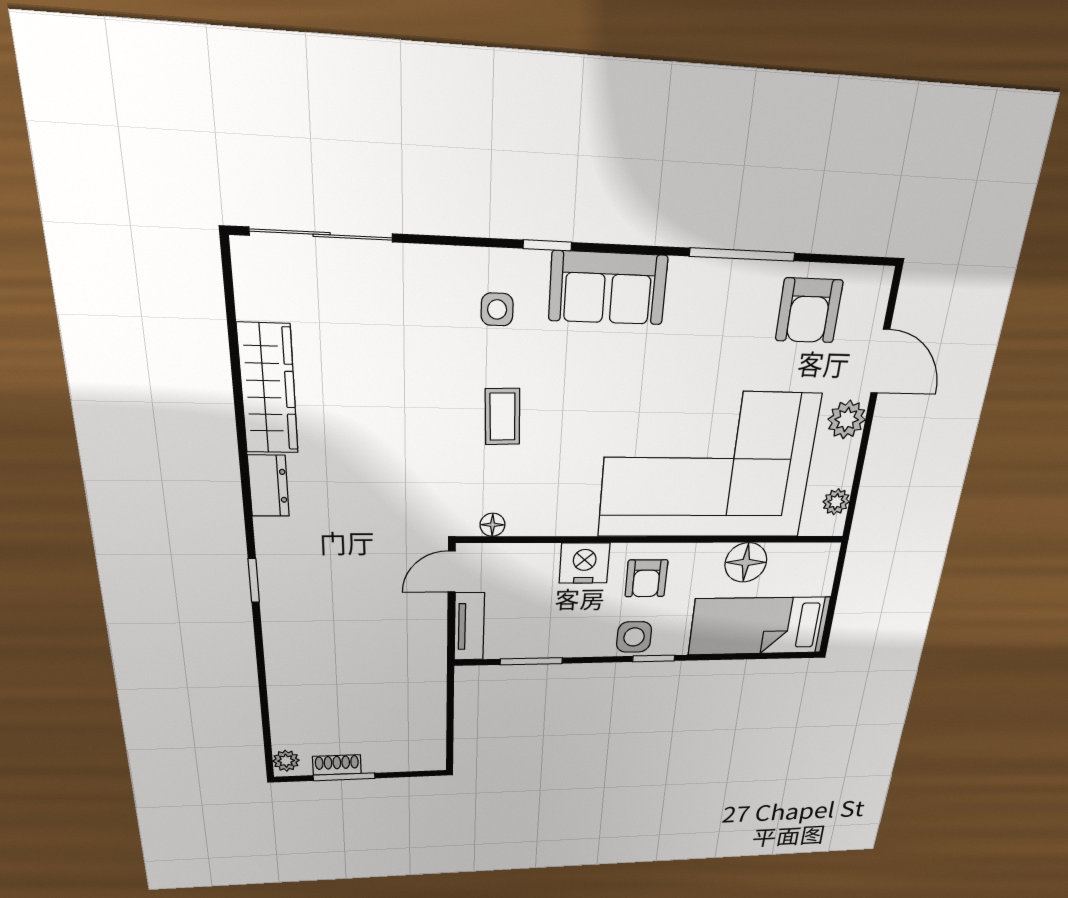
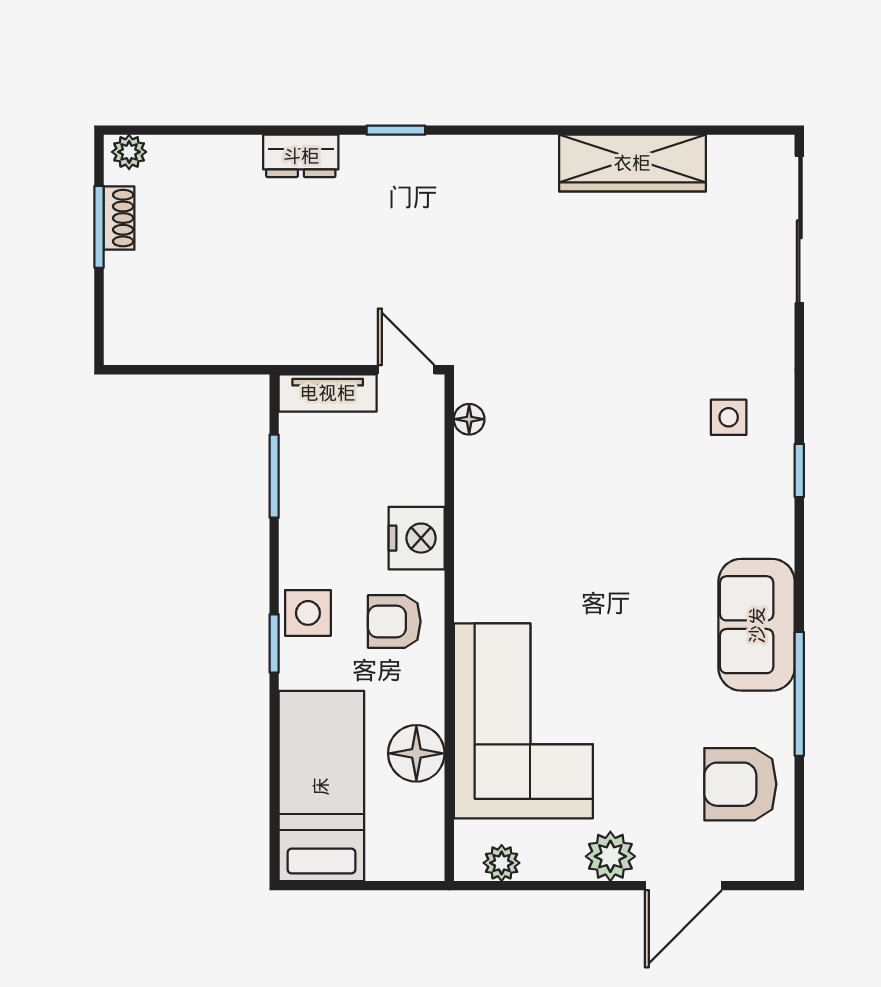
sofa: (608, 288) -> (757, 625), moved
coffee table: (502, 417) -> (606, 427), removed
corner sofa: (708, 466) -> (523, 721), width x0.73, depth x0.74
dresser: (269, 486) -> (301, 156), moved

